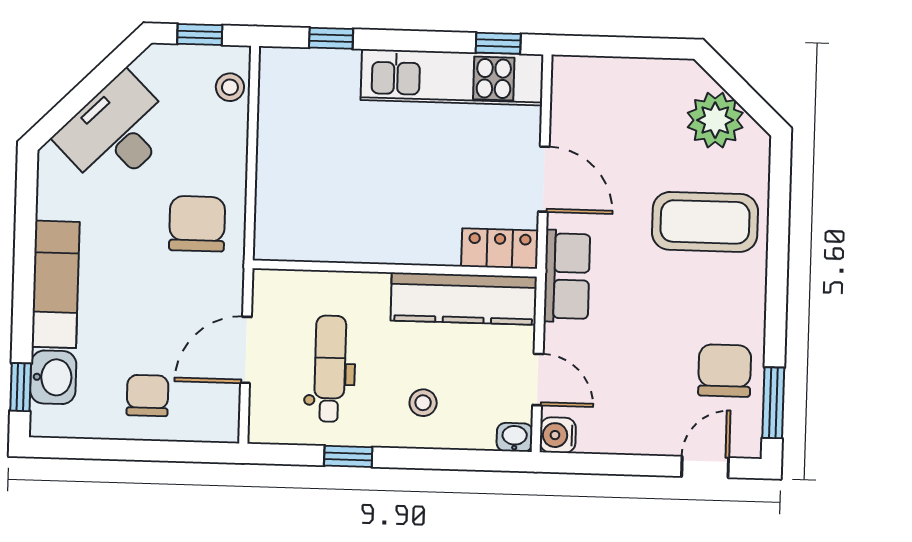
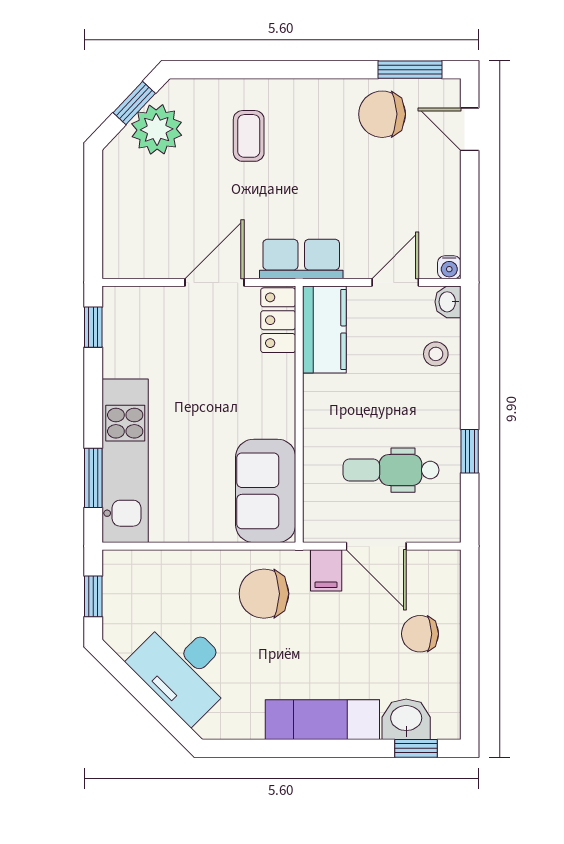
window: (331, 38) -> (93, 478), width x1.50
kitchen unit: (452, 77) -> (125, 461), moved
stool: (230, 87) -> (140, 568), removed
window: (745, 96) -> (134, 103), added
coffee table: (705, 222) -> (249, 136), width x0.54, depth x0.58
sofa: (311, 229) -> (266, 491), added
filing cabinet: (221, 293) -> (326, 570), added
kitchen counter: (464, 299) -> (324, 329), width x0.67
stool: (423, 403) -> (436, 354), moved
water cooler: (558, 435) -> (449, 267), width x0.72, depth x0.72

